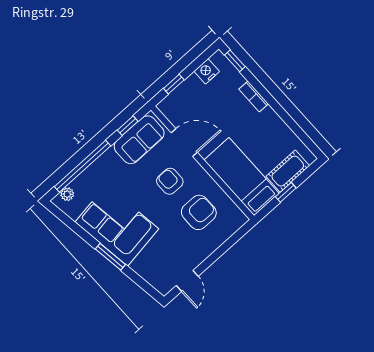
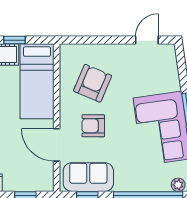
armchair: (170, 181) -> (93, 126), turned 90
armchair: (199, 212) -> (93, 83), turned 113

